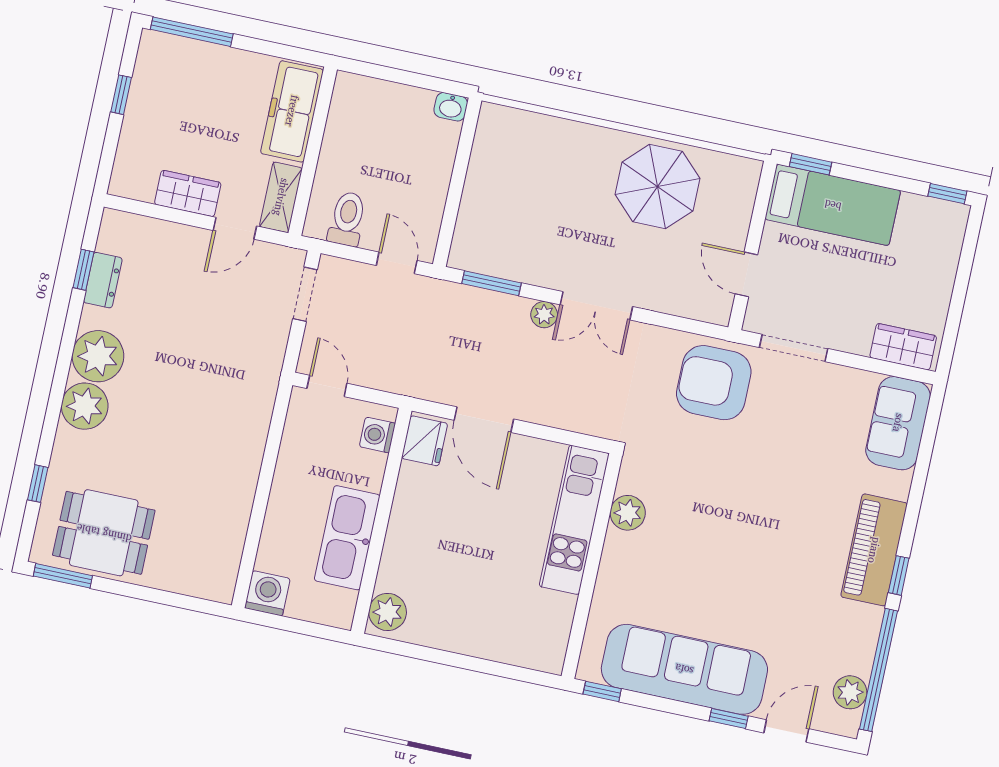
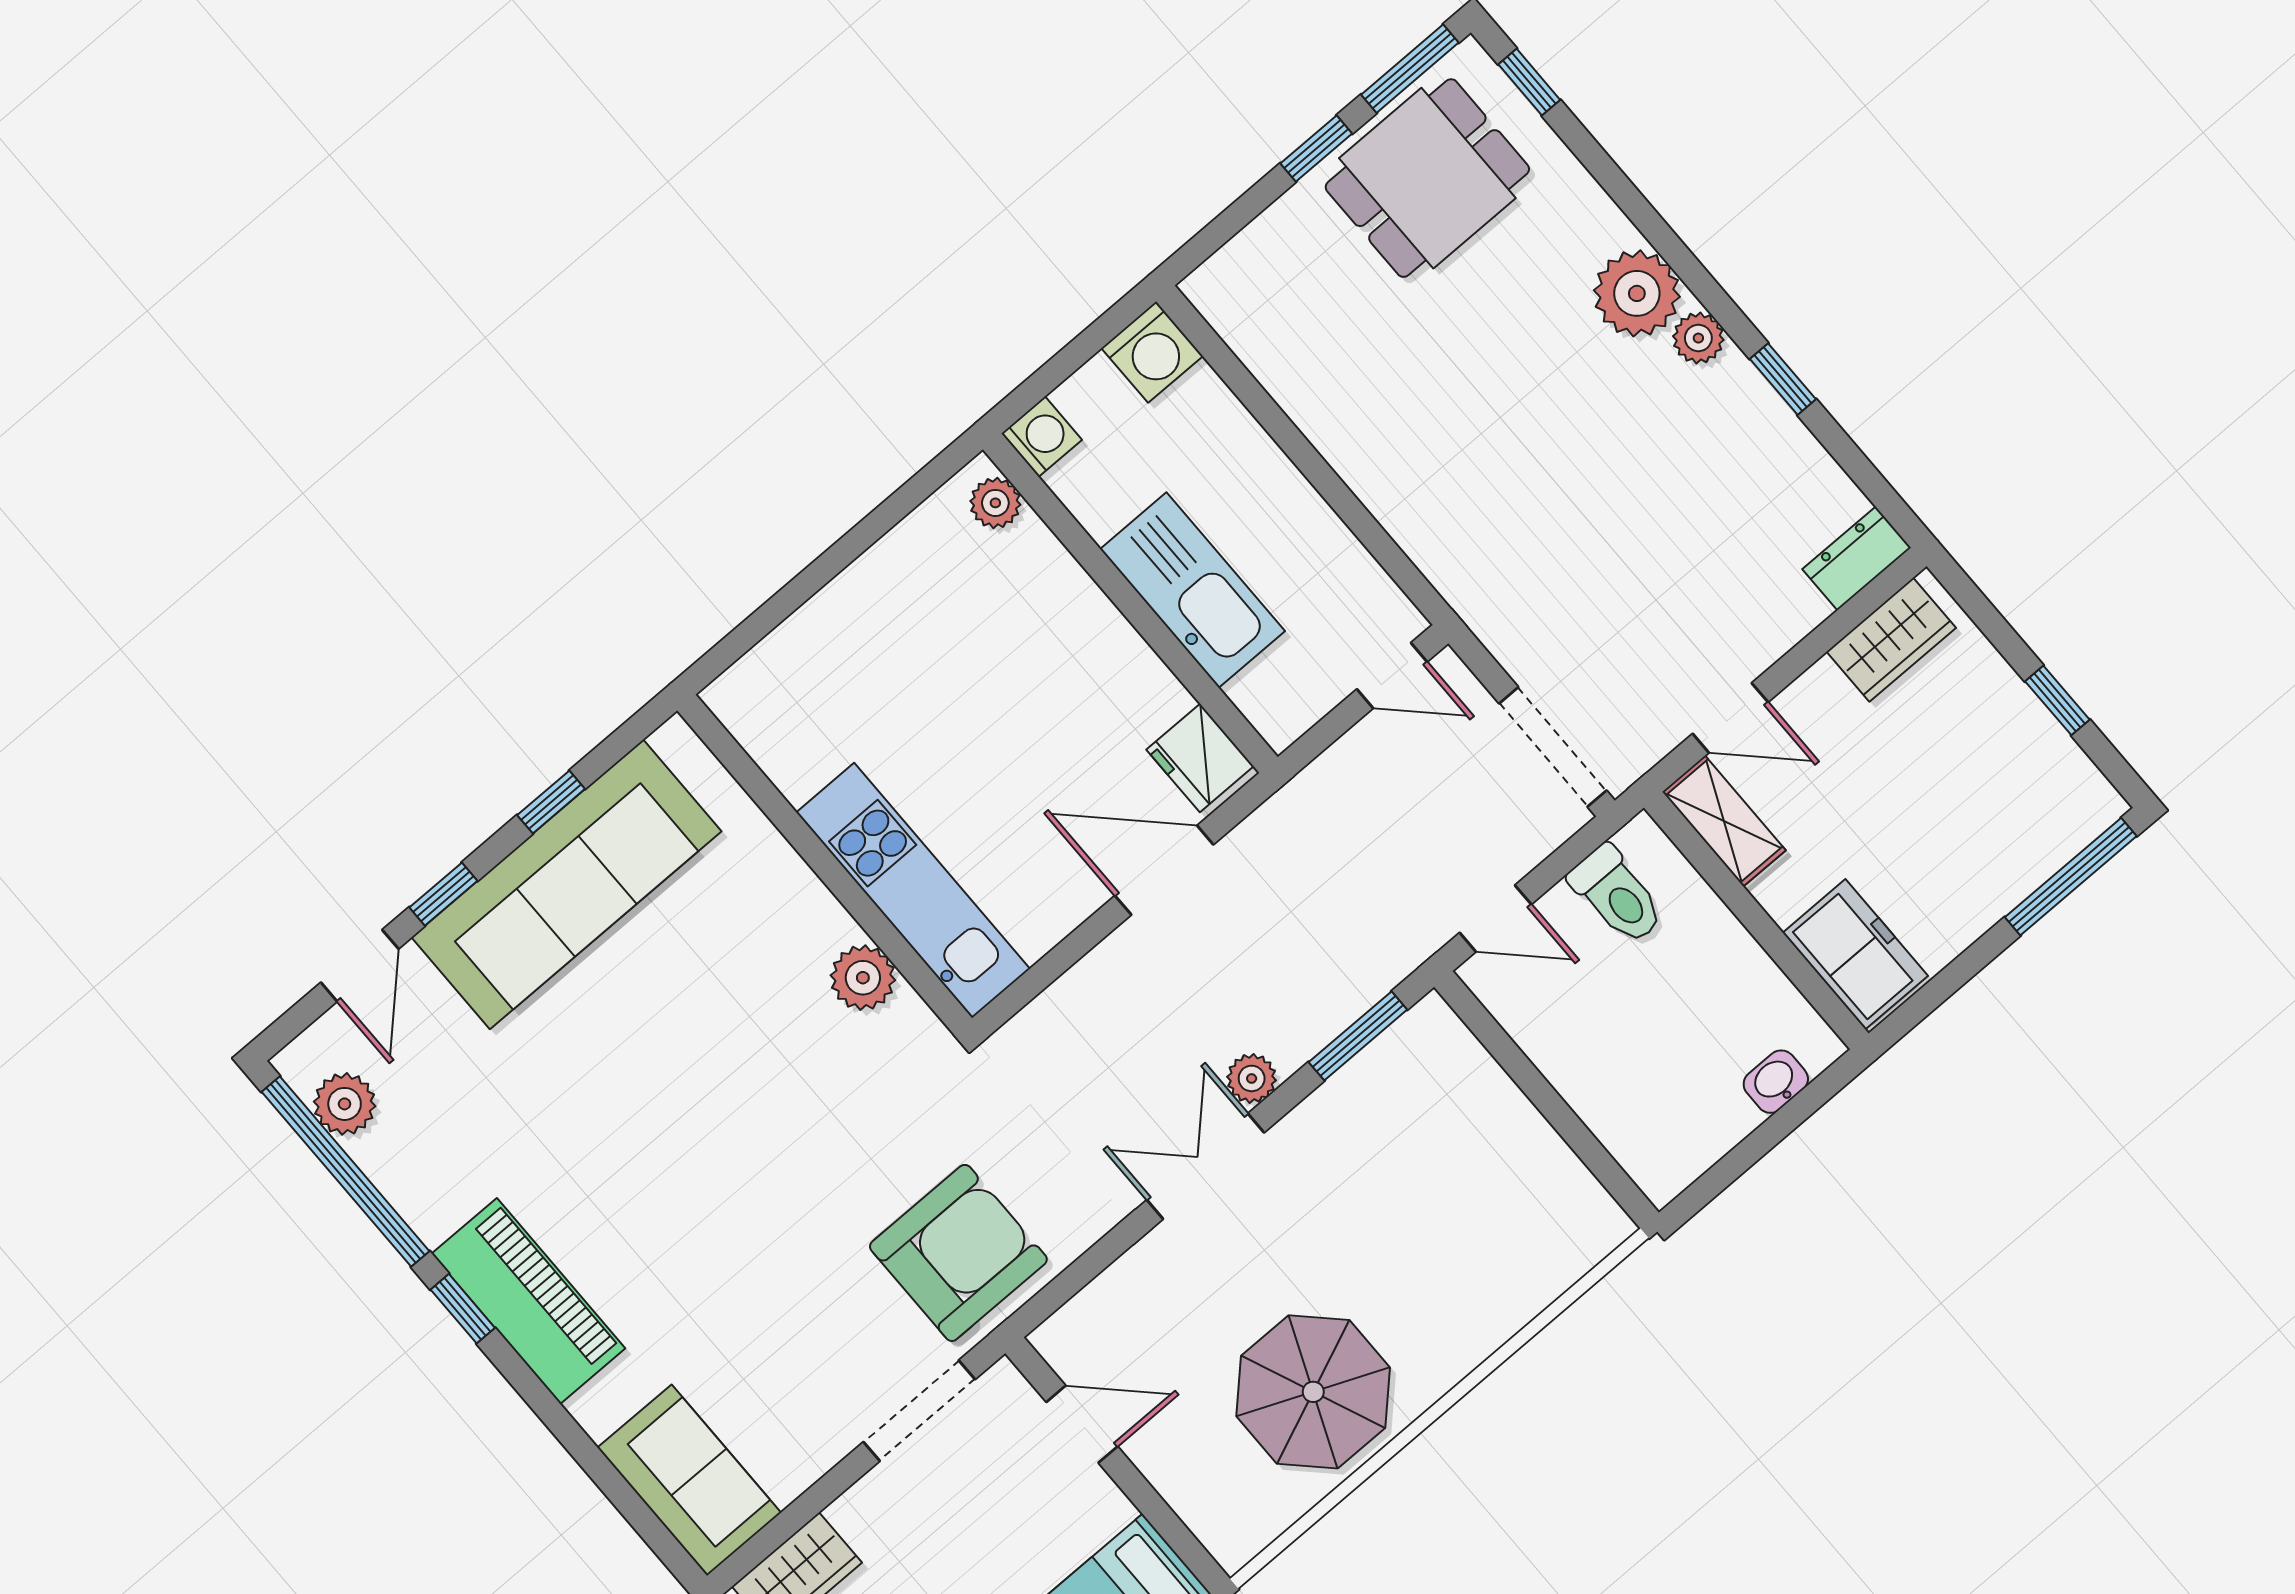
washbasin: (451, 107) -> (1776, 1082), moved
freezer: (292, 111) -> (1855, 954), width x0.71
wardrobe: (188, 193) -> (1891, 640), moved
door: (235, 228) -> (1730, 718), swing flipped
window: (84, 270) -> (1783, 379), moved
dresser: (103, 280) -> (1857, 558), moved, turned 90
doorway: (305, 294) -> (1553, 747), width x1.38
plant: (98, 356) -> (1698, 338), width x0.53, depth x0.53
washing machine: (377, 435) -> (1042, 437), moved
window: (38, 484) -> (1529, 82), moved
kitchen sink: (347, 538) -> (1192, 590), moved
window: (127, 590) -> (1316, 149), added
plant: (388, 612) -> (995, 503), width x0.73, depth x0.73
window: (602, 691) -> (551, 802), moved

